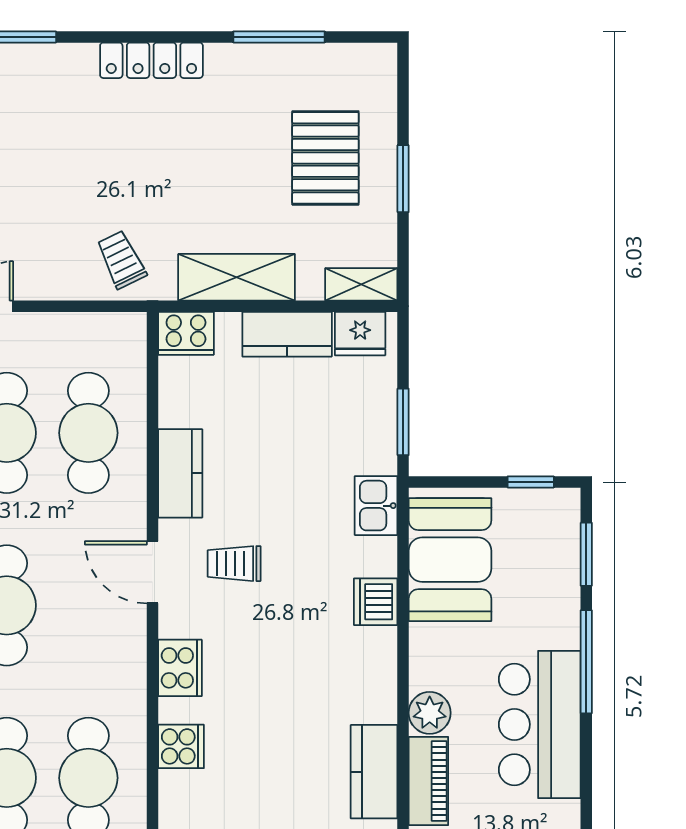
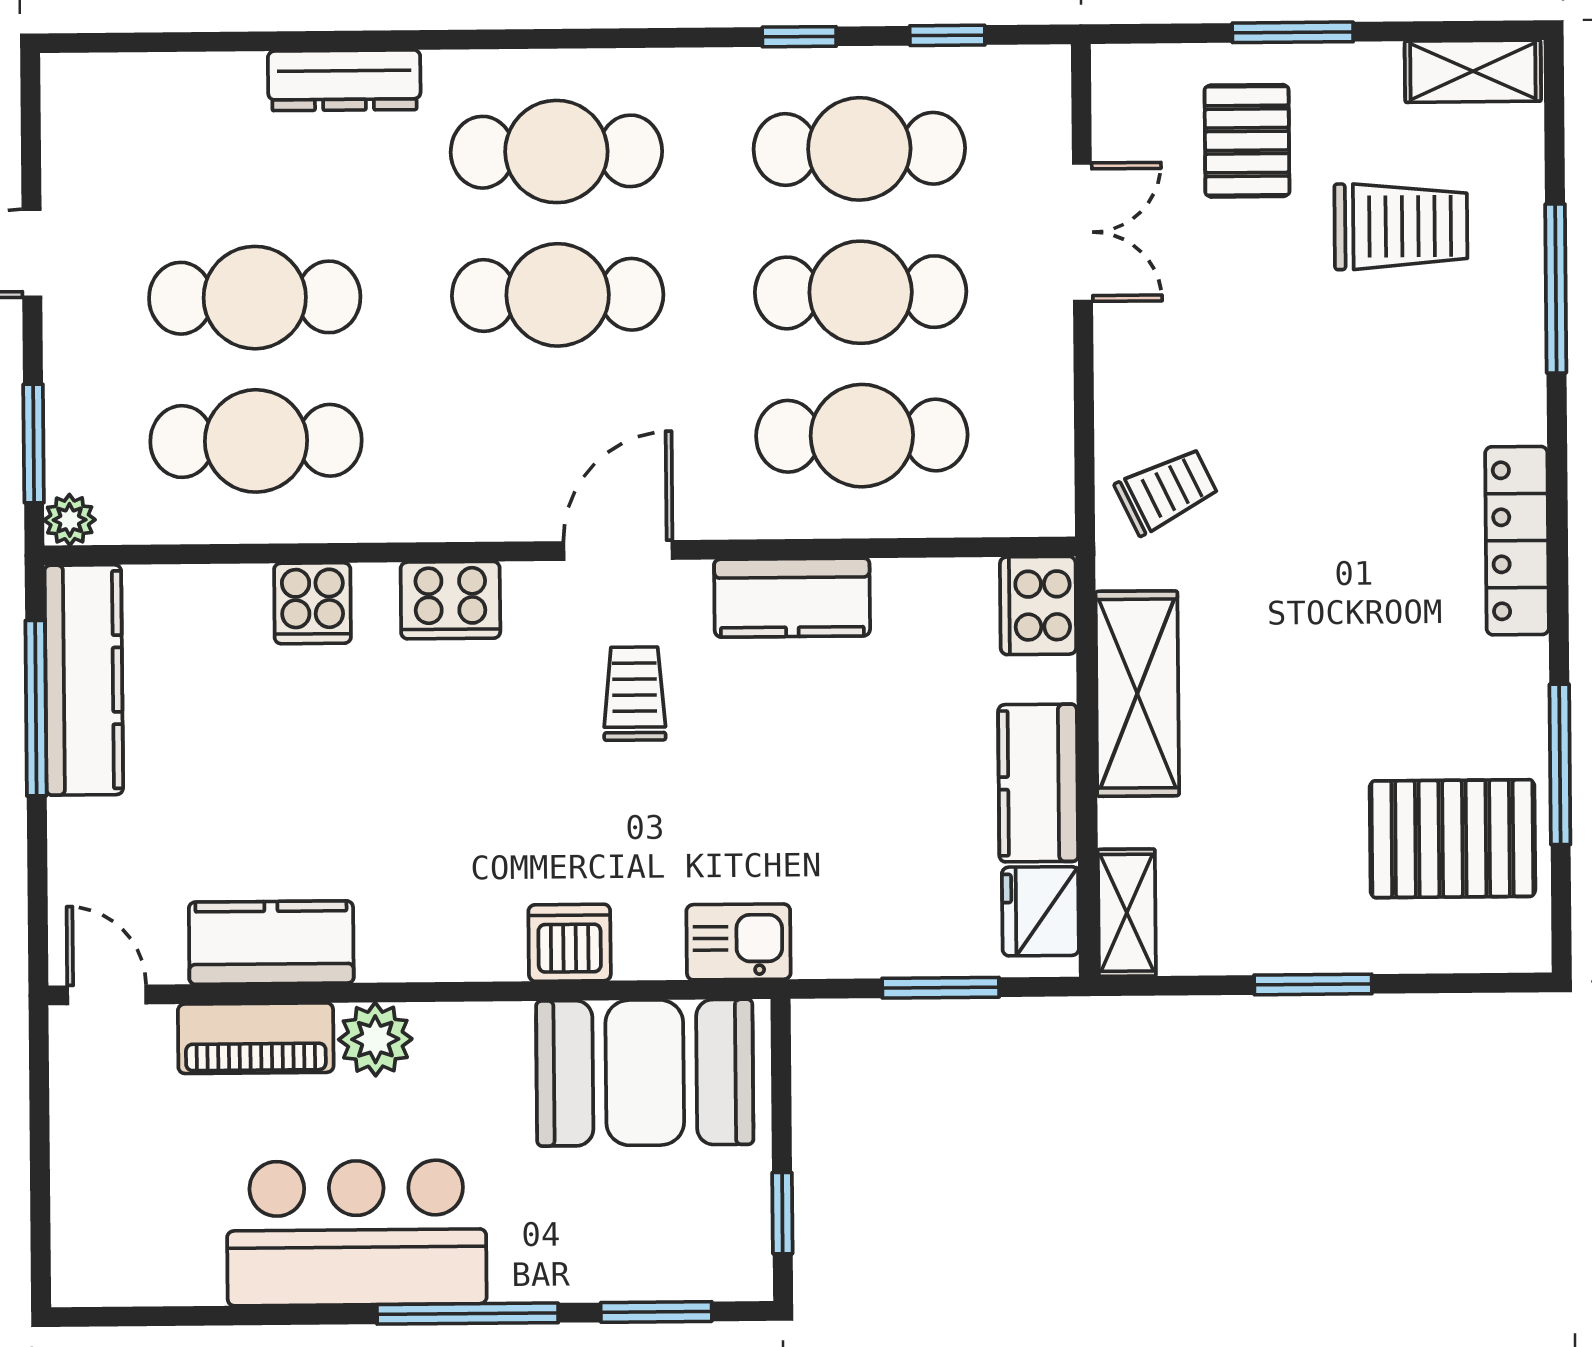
pallet: (325, 158) -> (1452, 839), moved
window: (403, 422) -> (941, 988), moved

